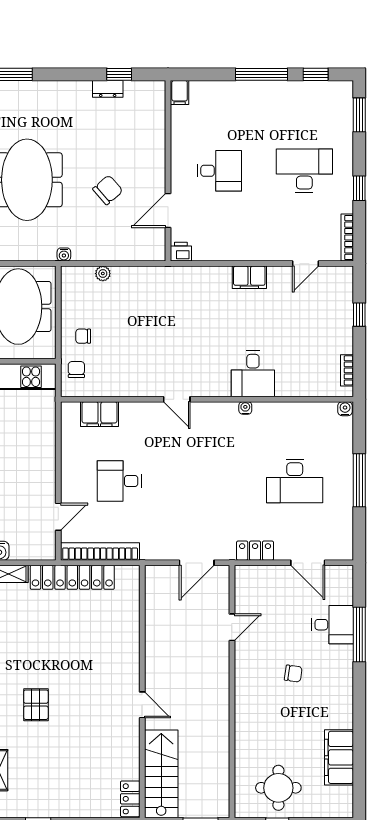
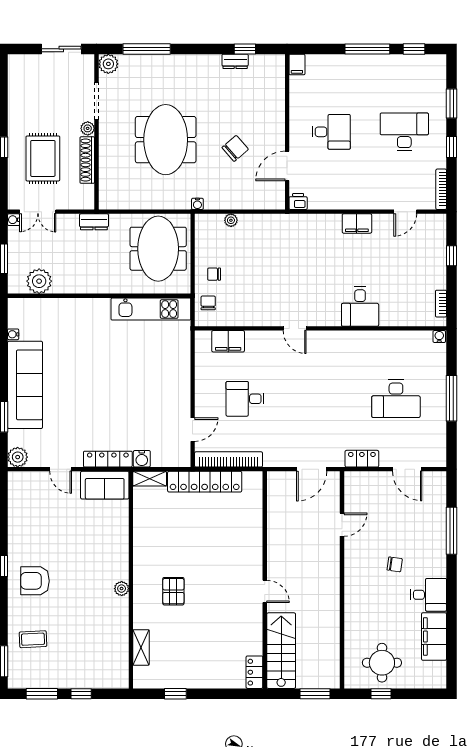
window: (359, 115) -> (452, 103), moved
water cooler: (245, 408) -> (354, 336), removed
desk: (333, 625) -> (429, 595), moved

